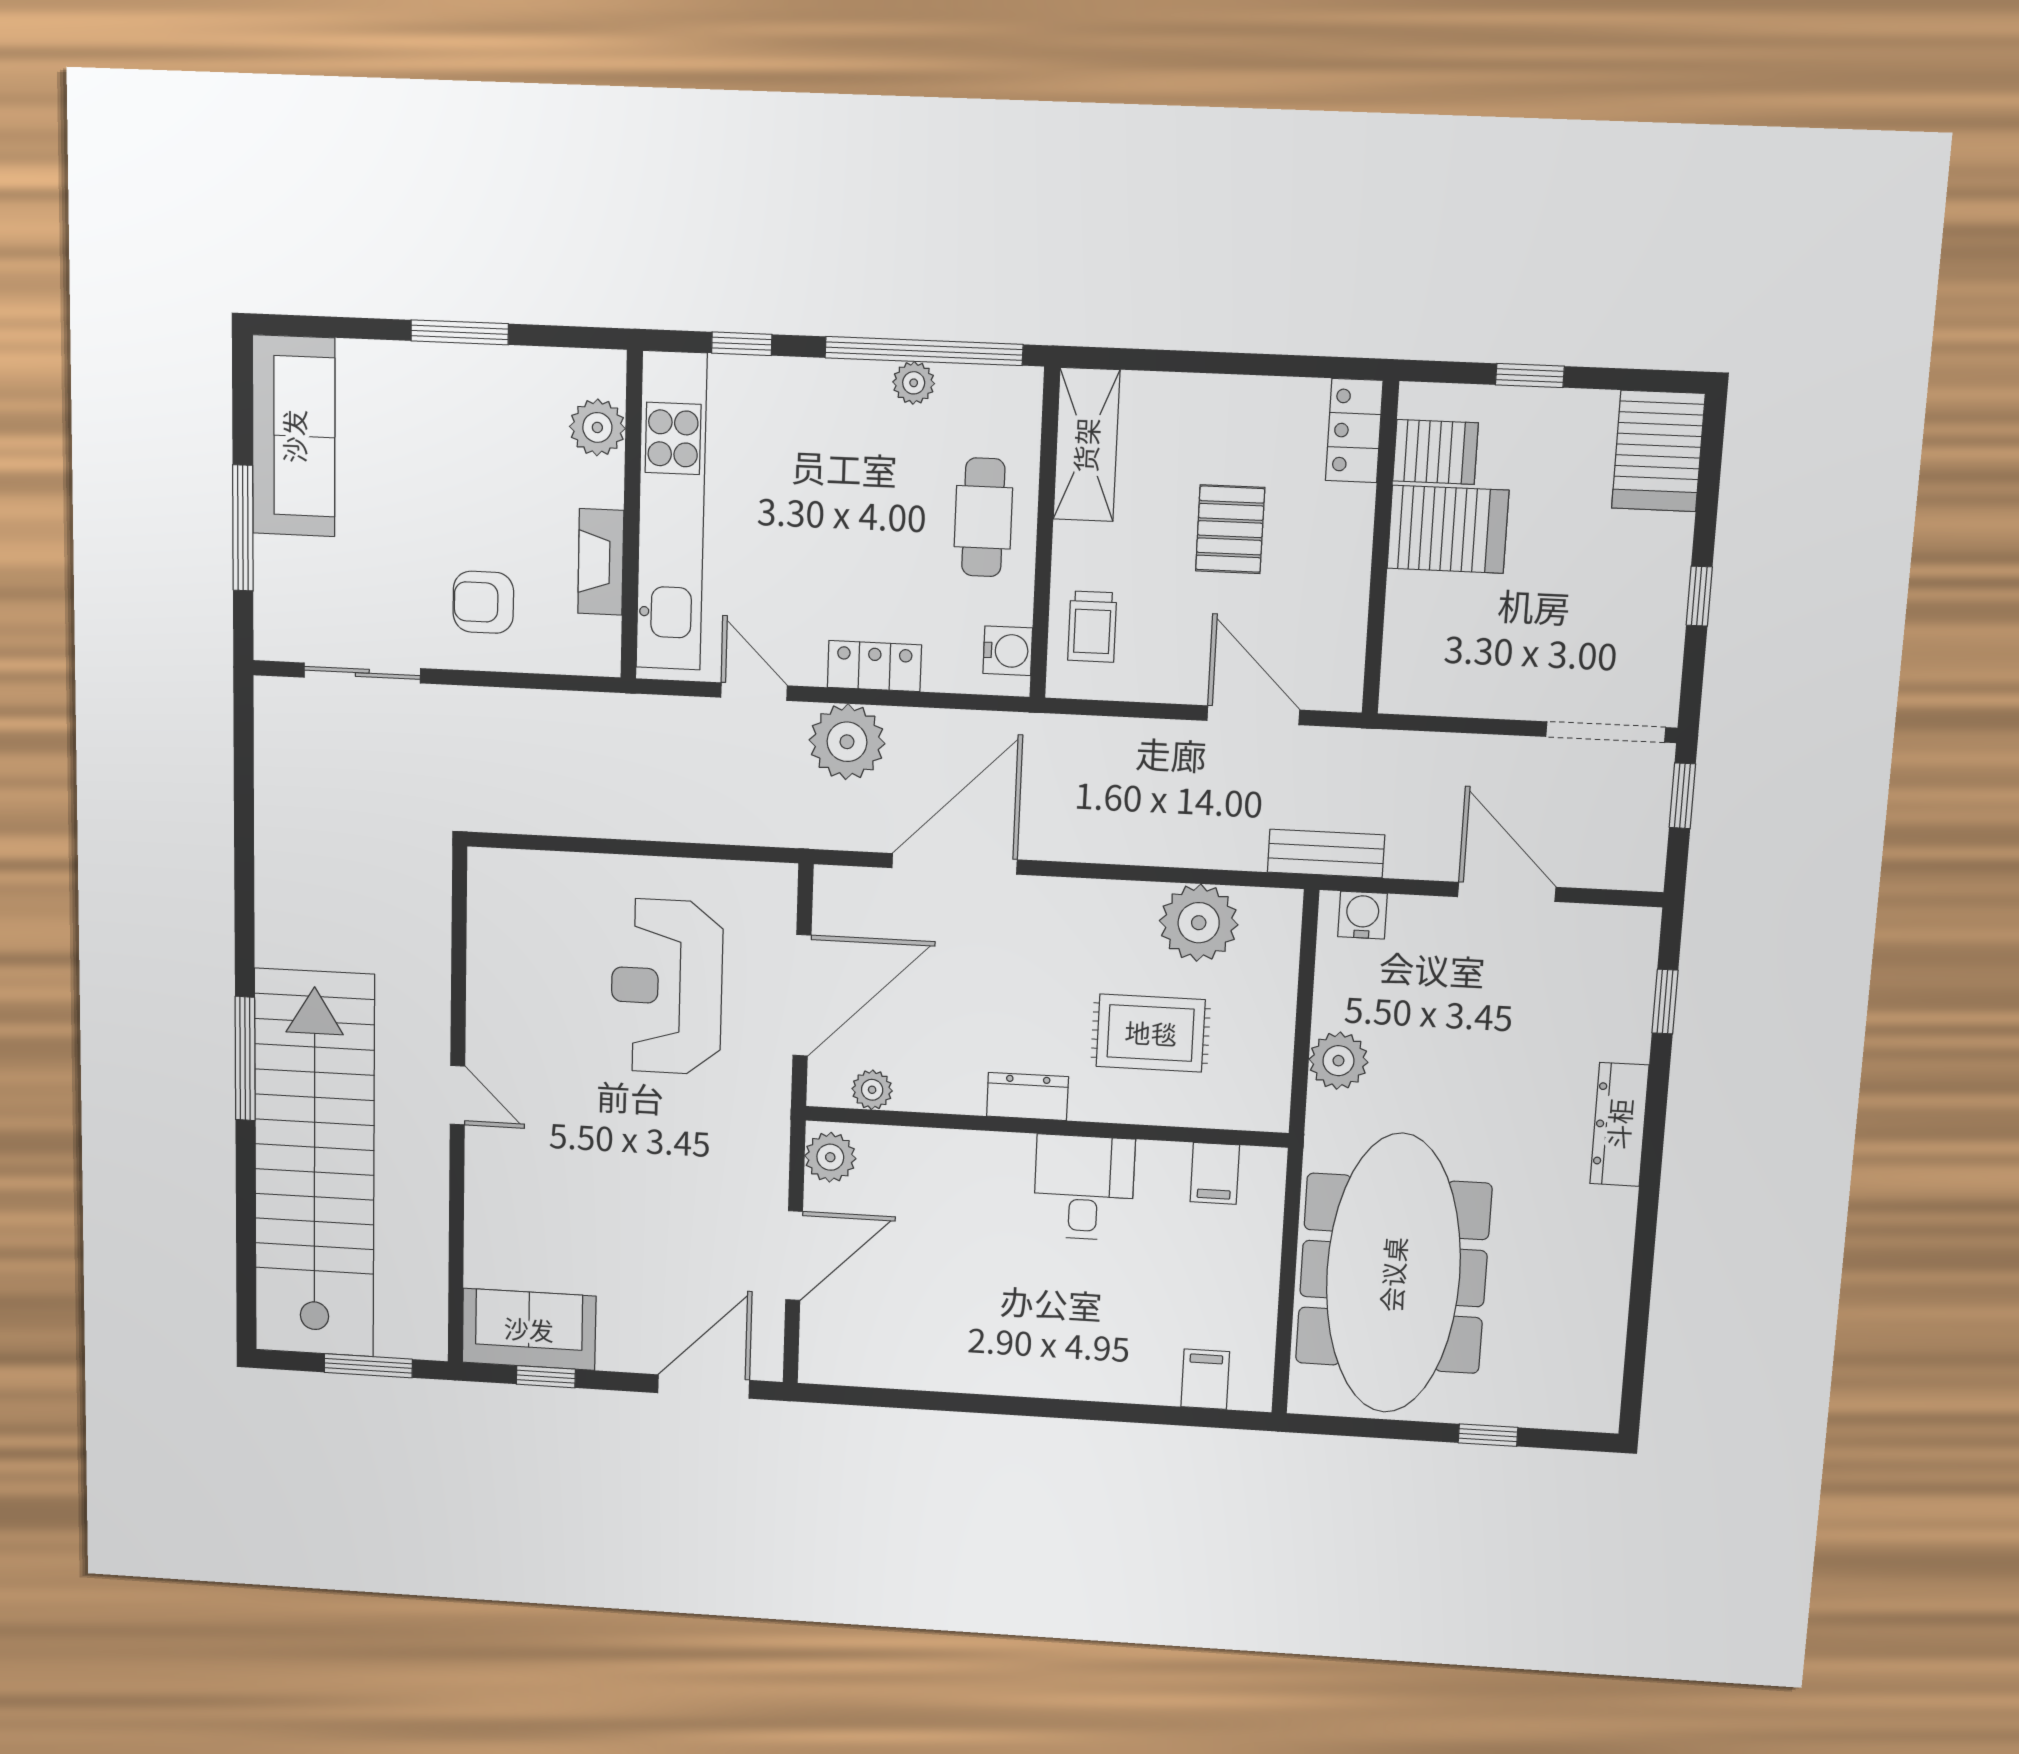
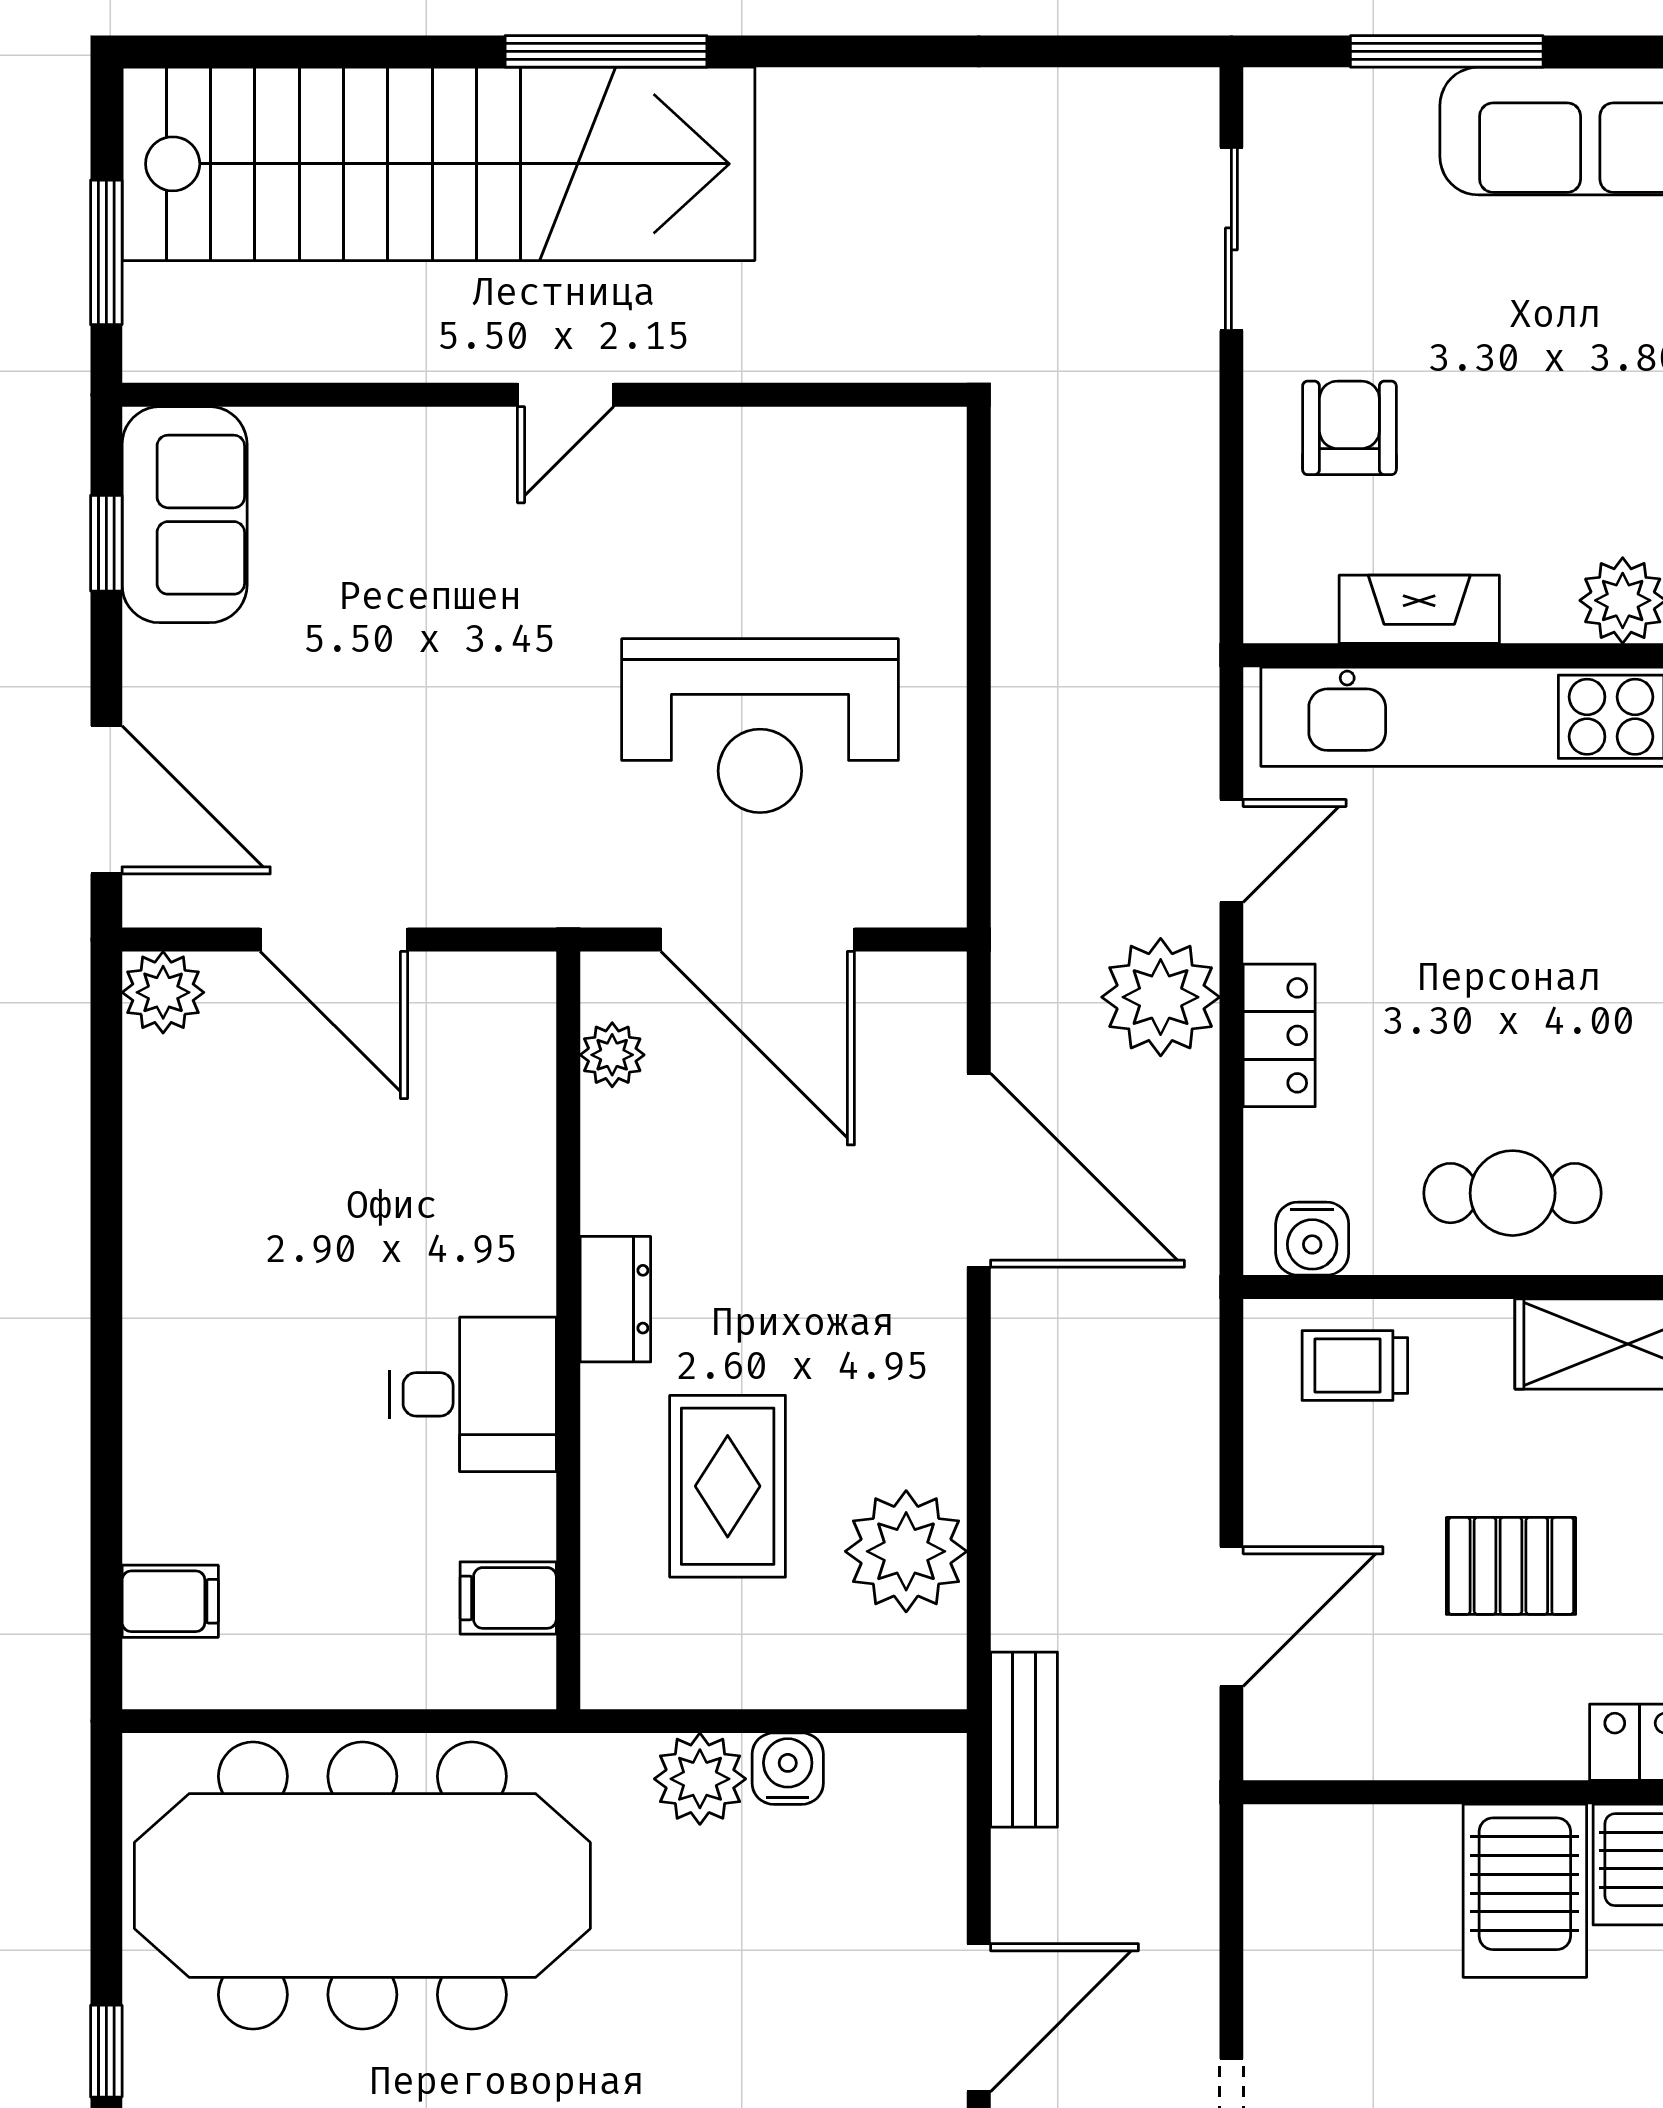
water cooler: (1362, 915) -> (788, 1769), moved, turned -90
reception desk: (667, 987) -> (760, 726), turned 180
plant: (830, 1157) -> (163, 992), moved

